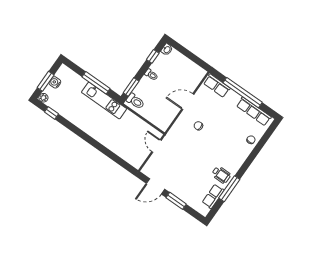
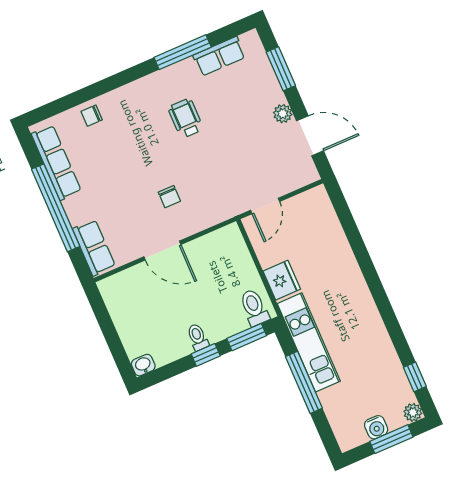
window: (153, 56) -> (206, 355), moved
fridge: (131, 119) -> (282, 280), added
wheelchair: (221, 175) -> (186, 118), moved
plant: (172, 189) -> (283, 114), added
window: (176, 201) -> (281, 69), moved

